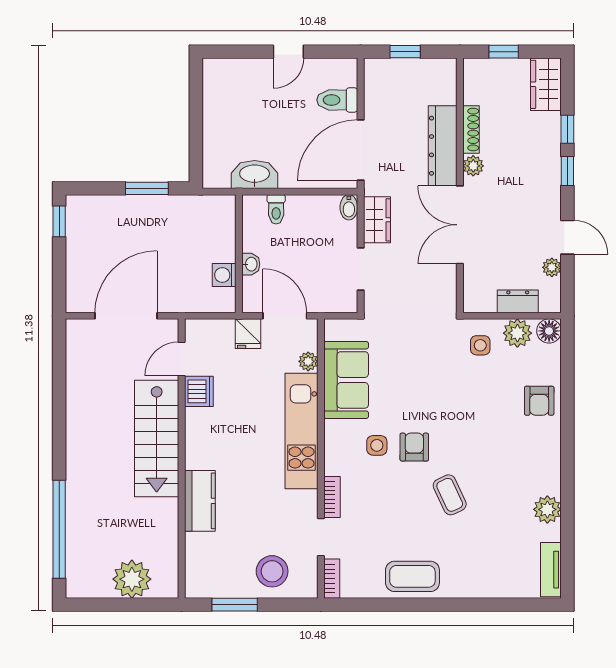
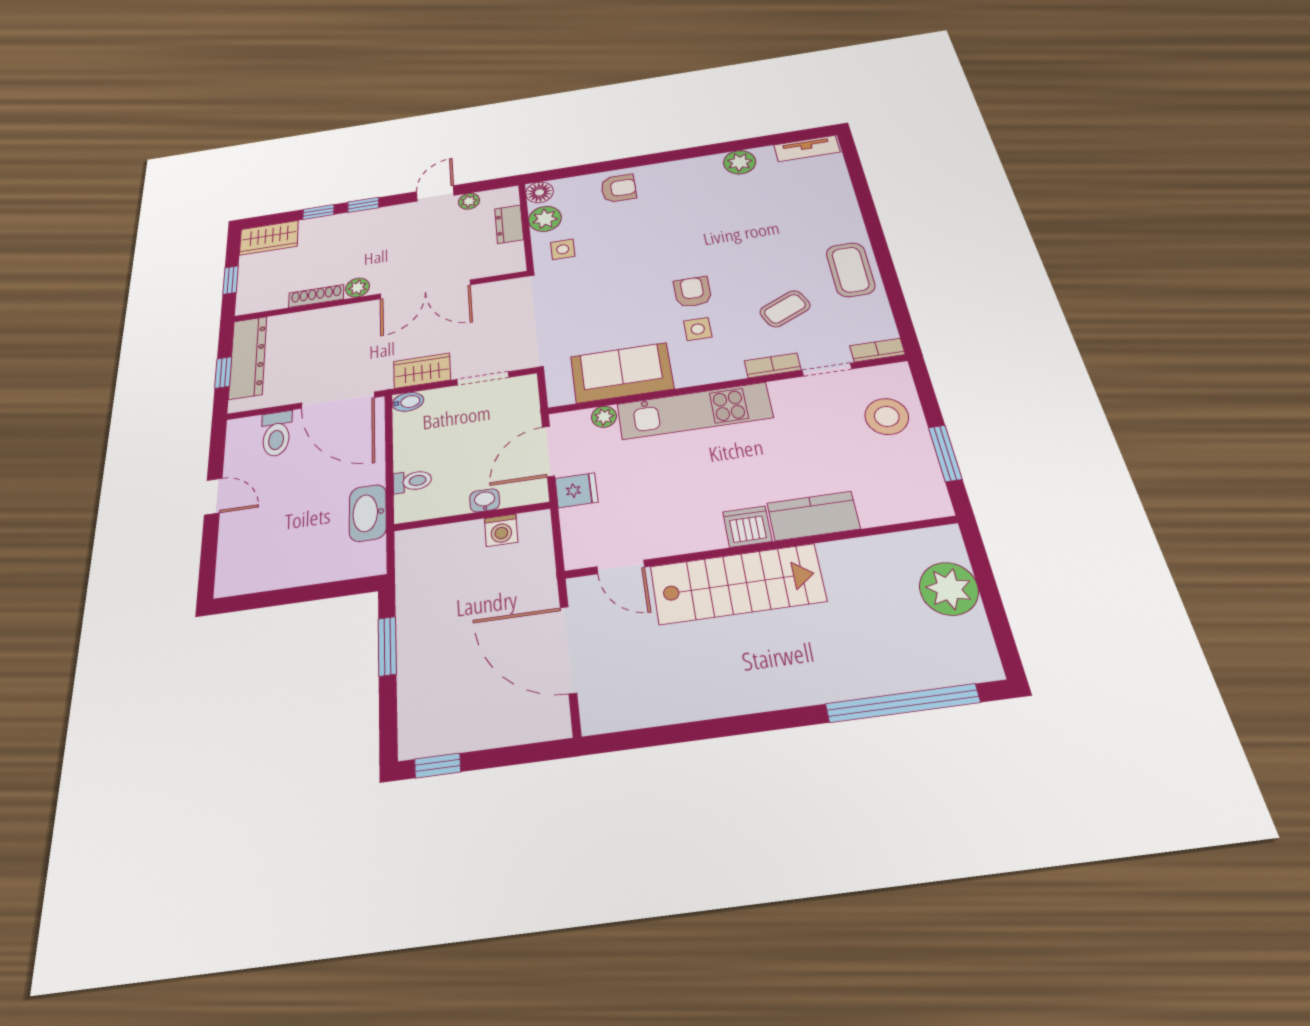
dresser: (443, 146) -> (248, 357), moved, turned -90
dishwasher: (199, 391) -> (747, 527), moved
armchair: (414, 447) -> (693, 292), turned 90
coffee table: (450, 495) -> (785, 309), moved

